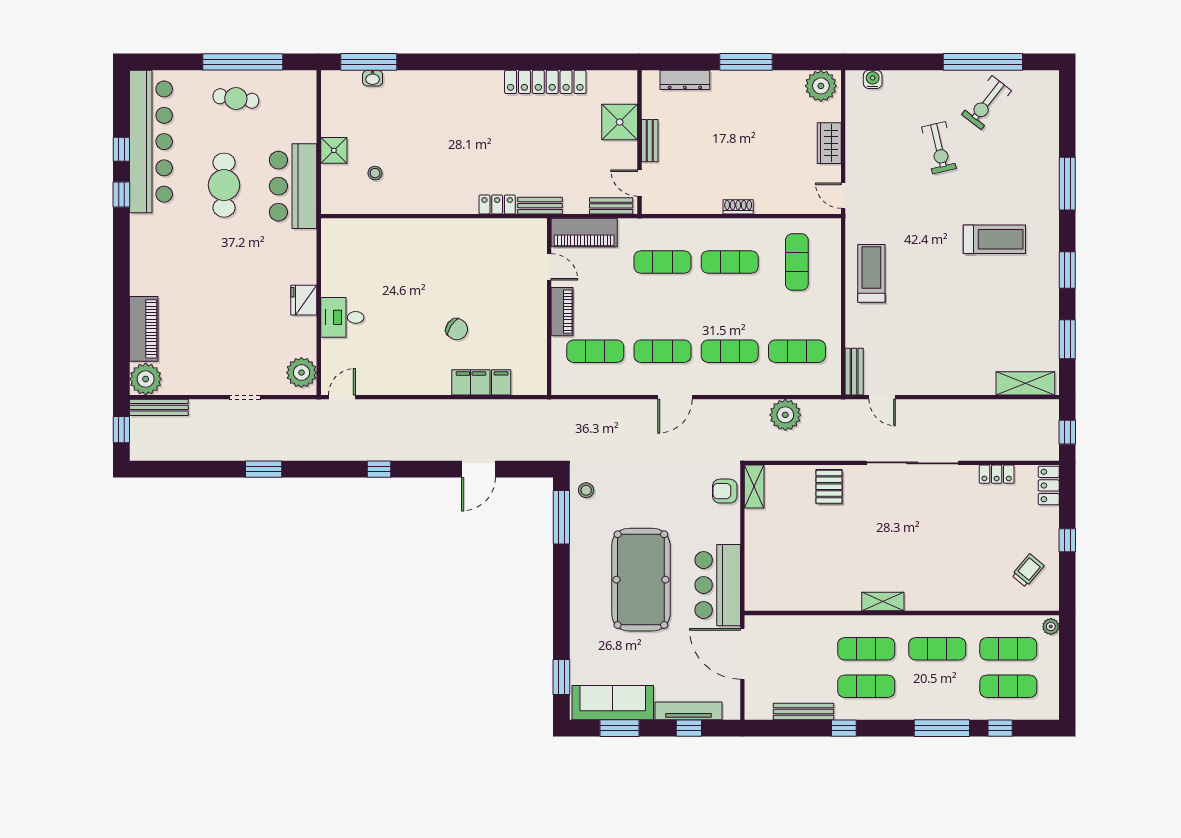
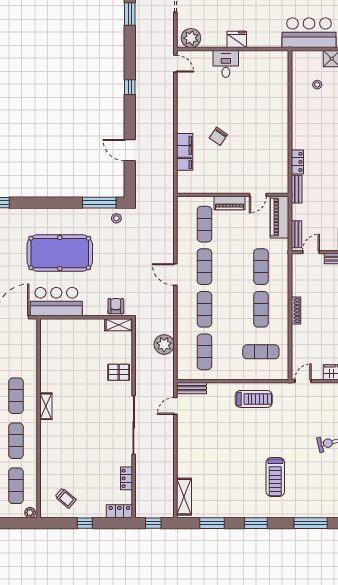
shoe rack: (738, 207) -> (296, 311), width x1.43

